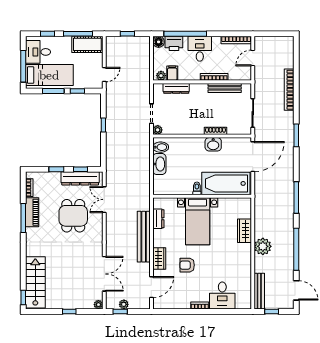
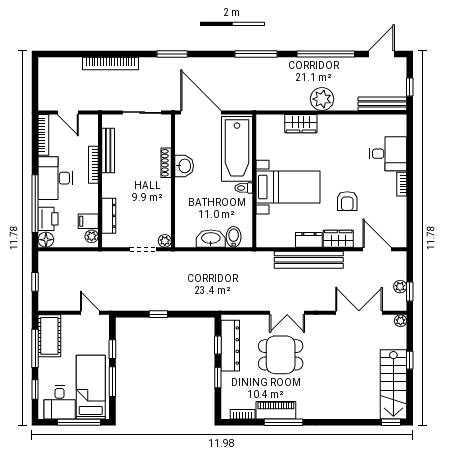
desk: (200, 49) -> (55, 178), width x1.37
bidet: (161, 147) -> (234, 237), moved
double door: (104, 200) -> (287, 313), moved
dresser: (158, 219) -> (309, 240), moved
stairs: (35, 282) -> (393, 384), moved, turned -90

